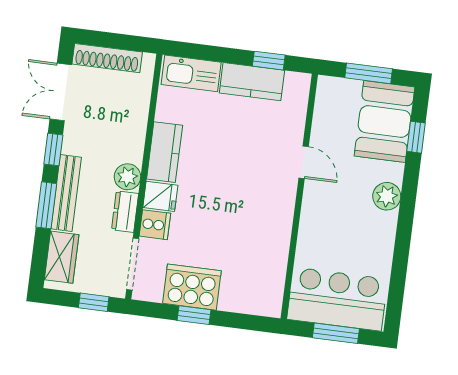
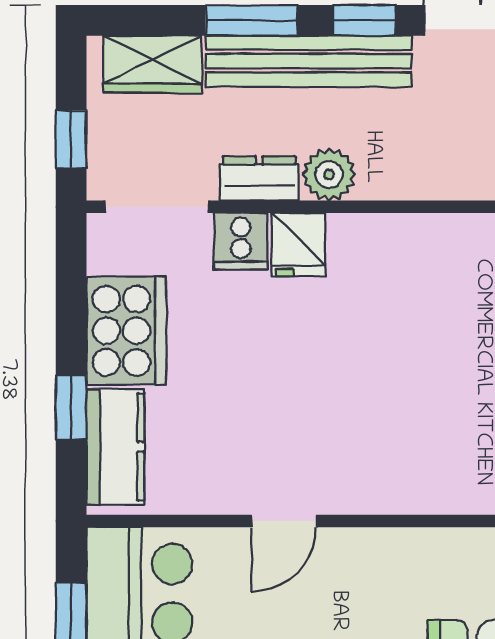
kitchen counter: (165, 152) -> (115, 447), moved, turned -90
door: (304, 162) -> (284, 521), moved
bench: (66, 193) -> (309, 61), width x1.37, depth x1.21
window: (194, 315) -> (71, 408), moved

